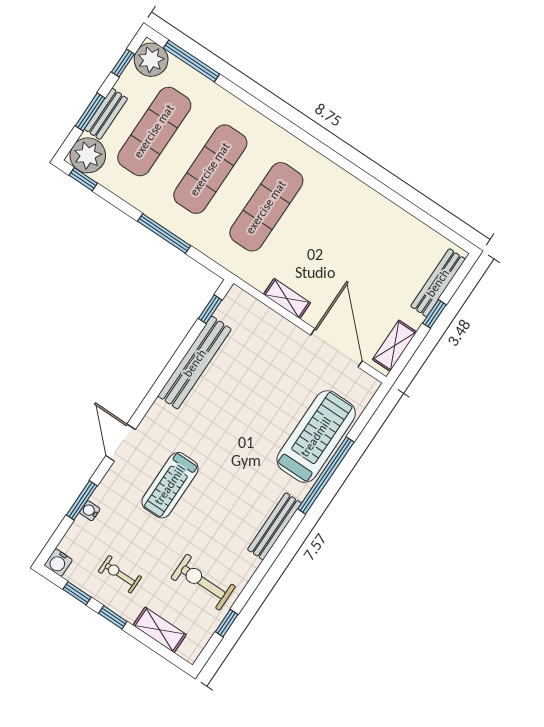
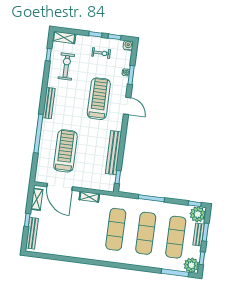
treadmill: (316, 437) -> (65, 151), moved, turned 180
treadmill: (170, 485) -> (99, 99), width x1.37, depth x1.38
exercise bike: (203, 582) -> (66, 66), turned -90
shelving: (160, 630) -> (64, 37), moved

